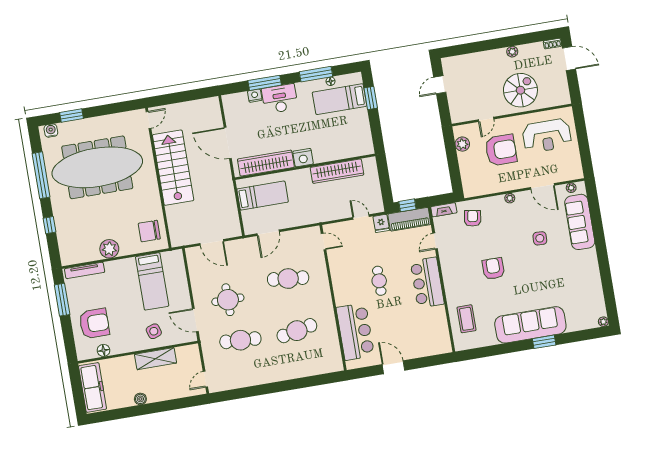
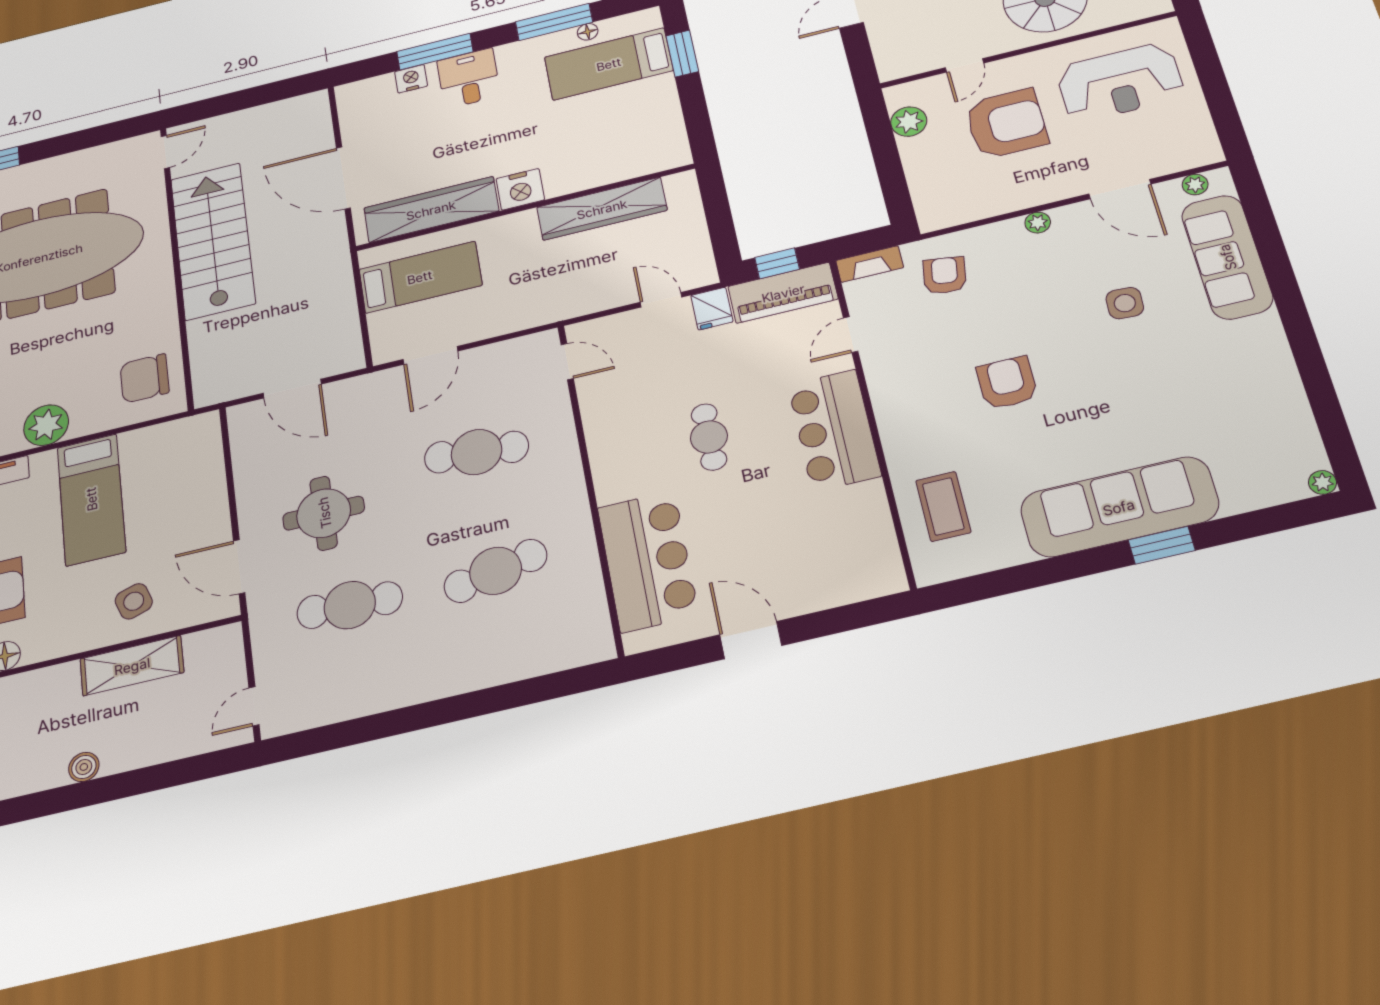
desk: (280, 99) -> (469, 78), width x0.73
bed: (152, 281) -> (91, 499), moved

